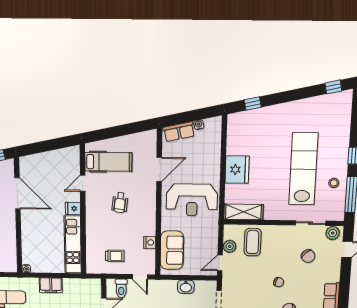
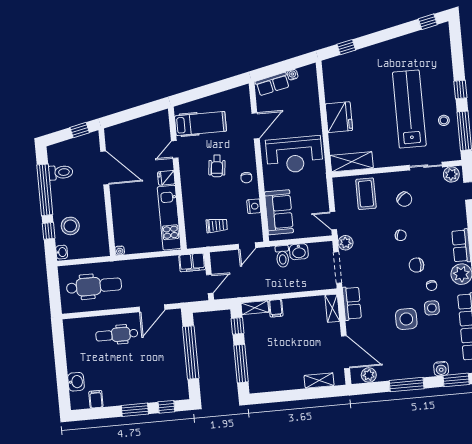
chair: (146, 216) -> (246, 178), added
plant: (230, 246) -> (345, 243), moved
chair: (308, 256) -> (404, 199), moved
door: (220, 263) -> (333, 221), hinge flipped
door: (140, 277) -> (247, 246), hinge flipped
filing cabinet: (51, 285) -> (192, 262), moved
toilet: (121, 288) -> (282, 256), moved

